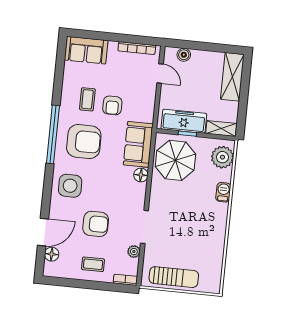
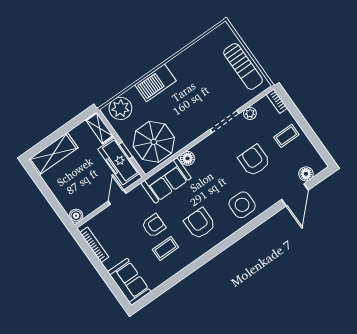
boiler: (184, 55) -> (76, 216), moved
door: (160, 73) -> (117, 197), moved
window: (53, 134) -> (215, 252), removed
armchair: (84, 142) -> (200, 223), width x0.73, depth x0.73
barbecue: (223, 192) -> (155, 83), width x1.88, depth x1.53
door: (43, 232) -> (295, 195), swing flipped
coffee table: (93, 264) -> (286, 136), turned 90
sun lounger: (174, 277) -> (243, 66), turned 180

